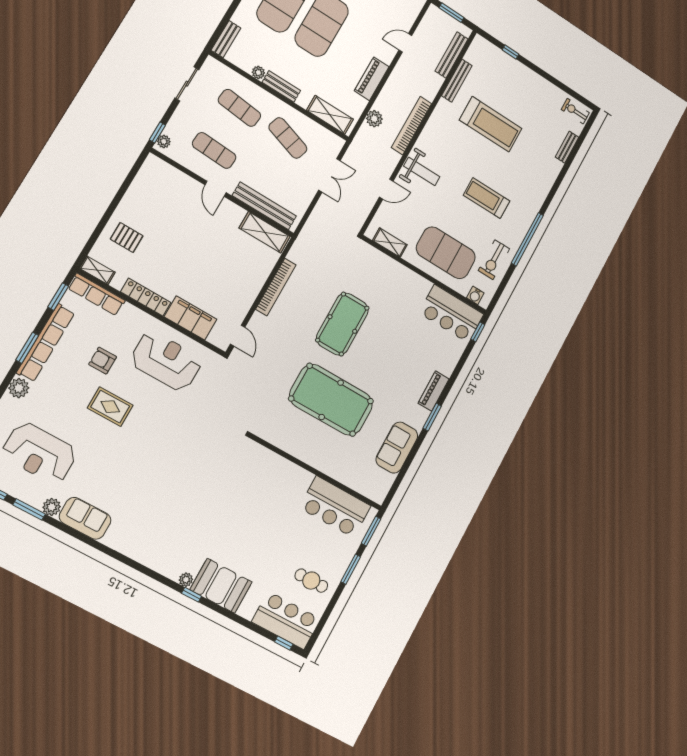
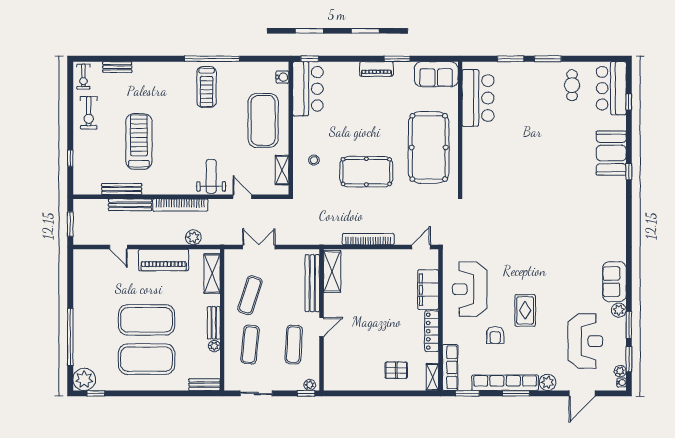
bench: (452, 55) -> (130, 205), moved
piano: (372, 79) -> (164, 260), width x1.37, depth x1.33
treadmill: (487, 198) -> (207, 87), moved
pallet: (127, 237) -> (396, 370), turned 90
exercise bike: (494, 260) -> (89, 113), moved, turned 90
stool: (382, 279) -> (314, 160), added
wall: (316, 472) -> (460, 128), moved
bar counter: (335, 507) -> (478, 98), moved
plant: (186, 580) -> (620, 182), removed
window: (284, 643) -> (629, 102), moved

